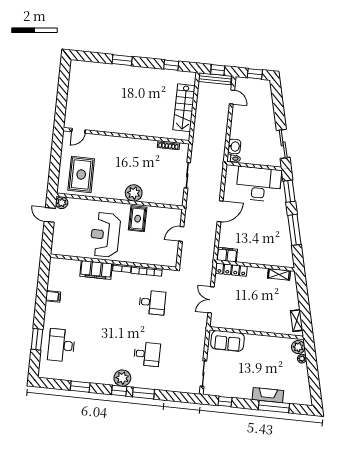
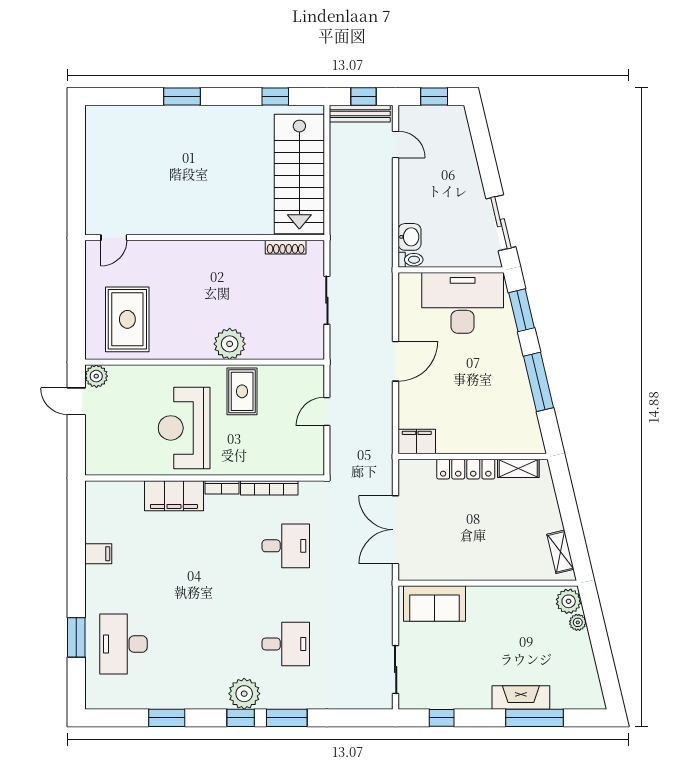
stairs: (184, 108) -> (299, 174), width x1.36, depth x1.51
locker: (232, 270) -> (466, 469), moved
double door: (211, 300) -> (396, 530), width x1.37

